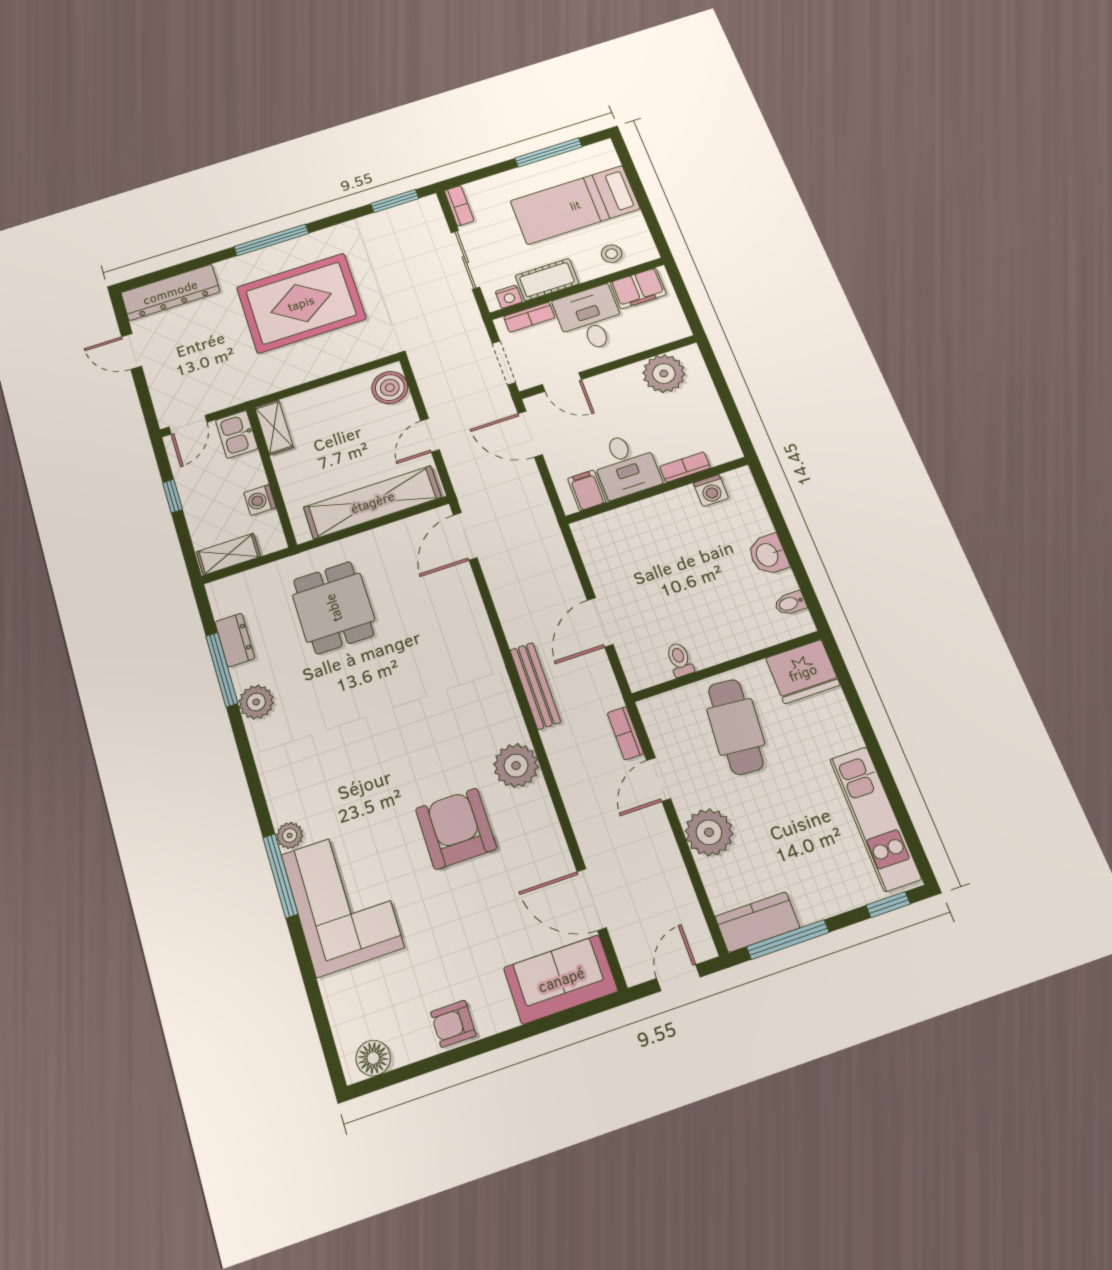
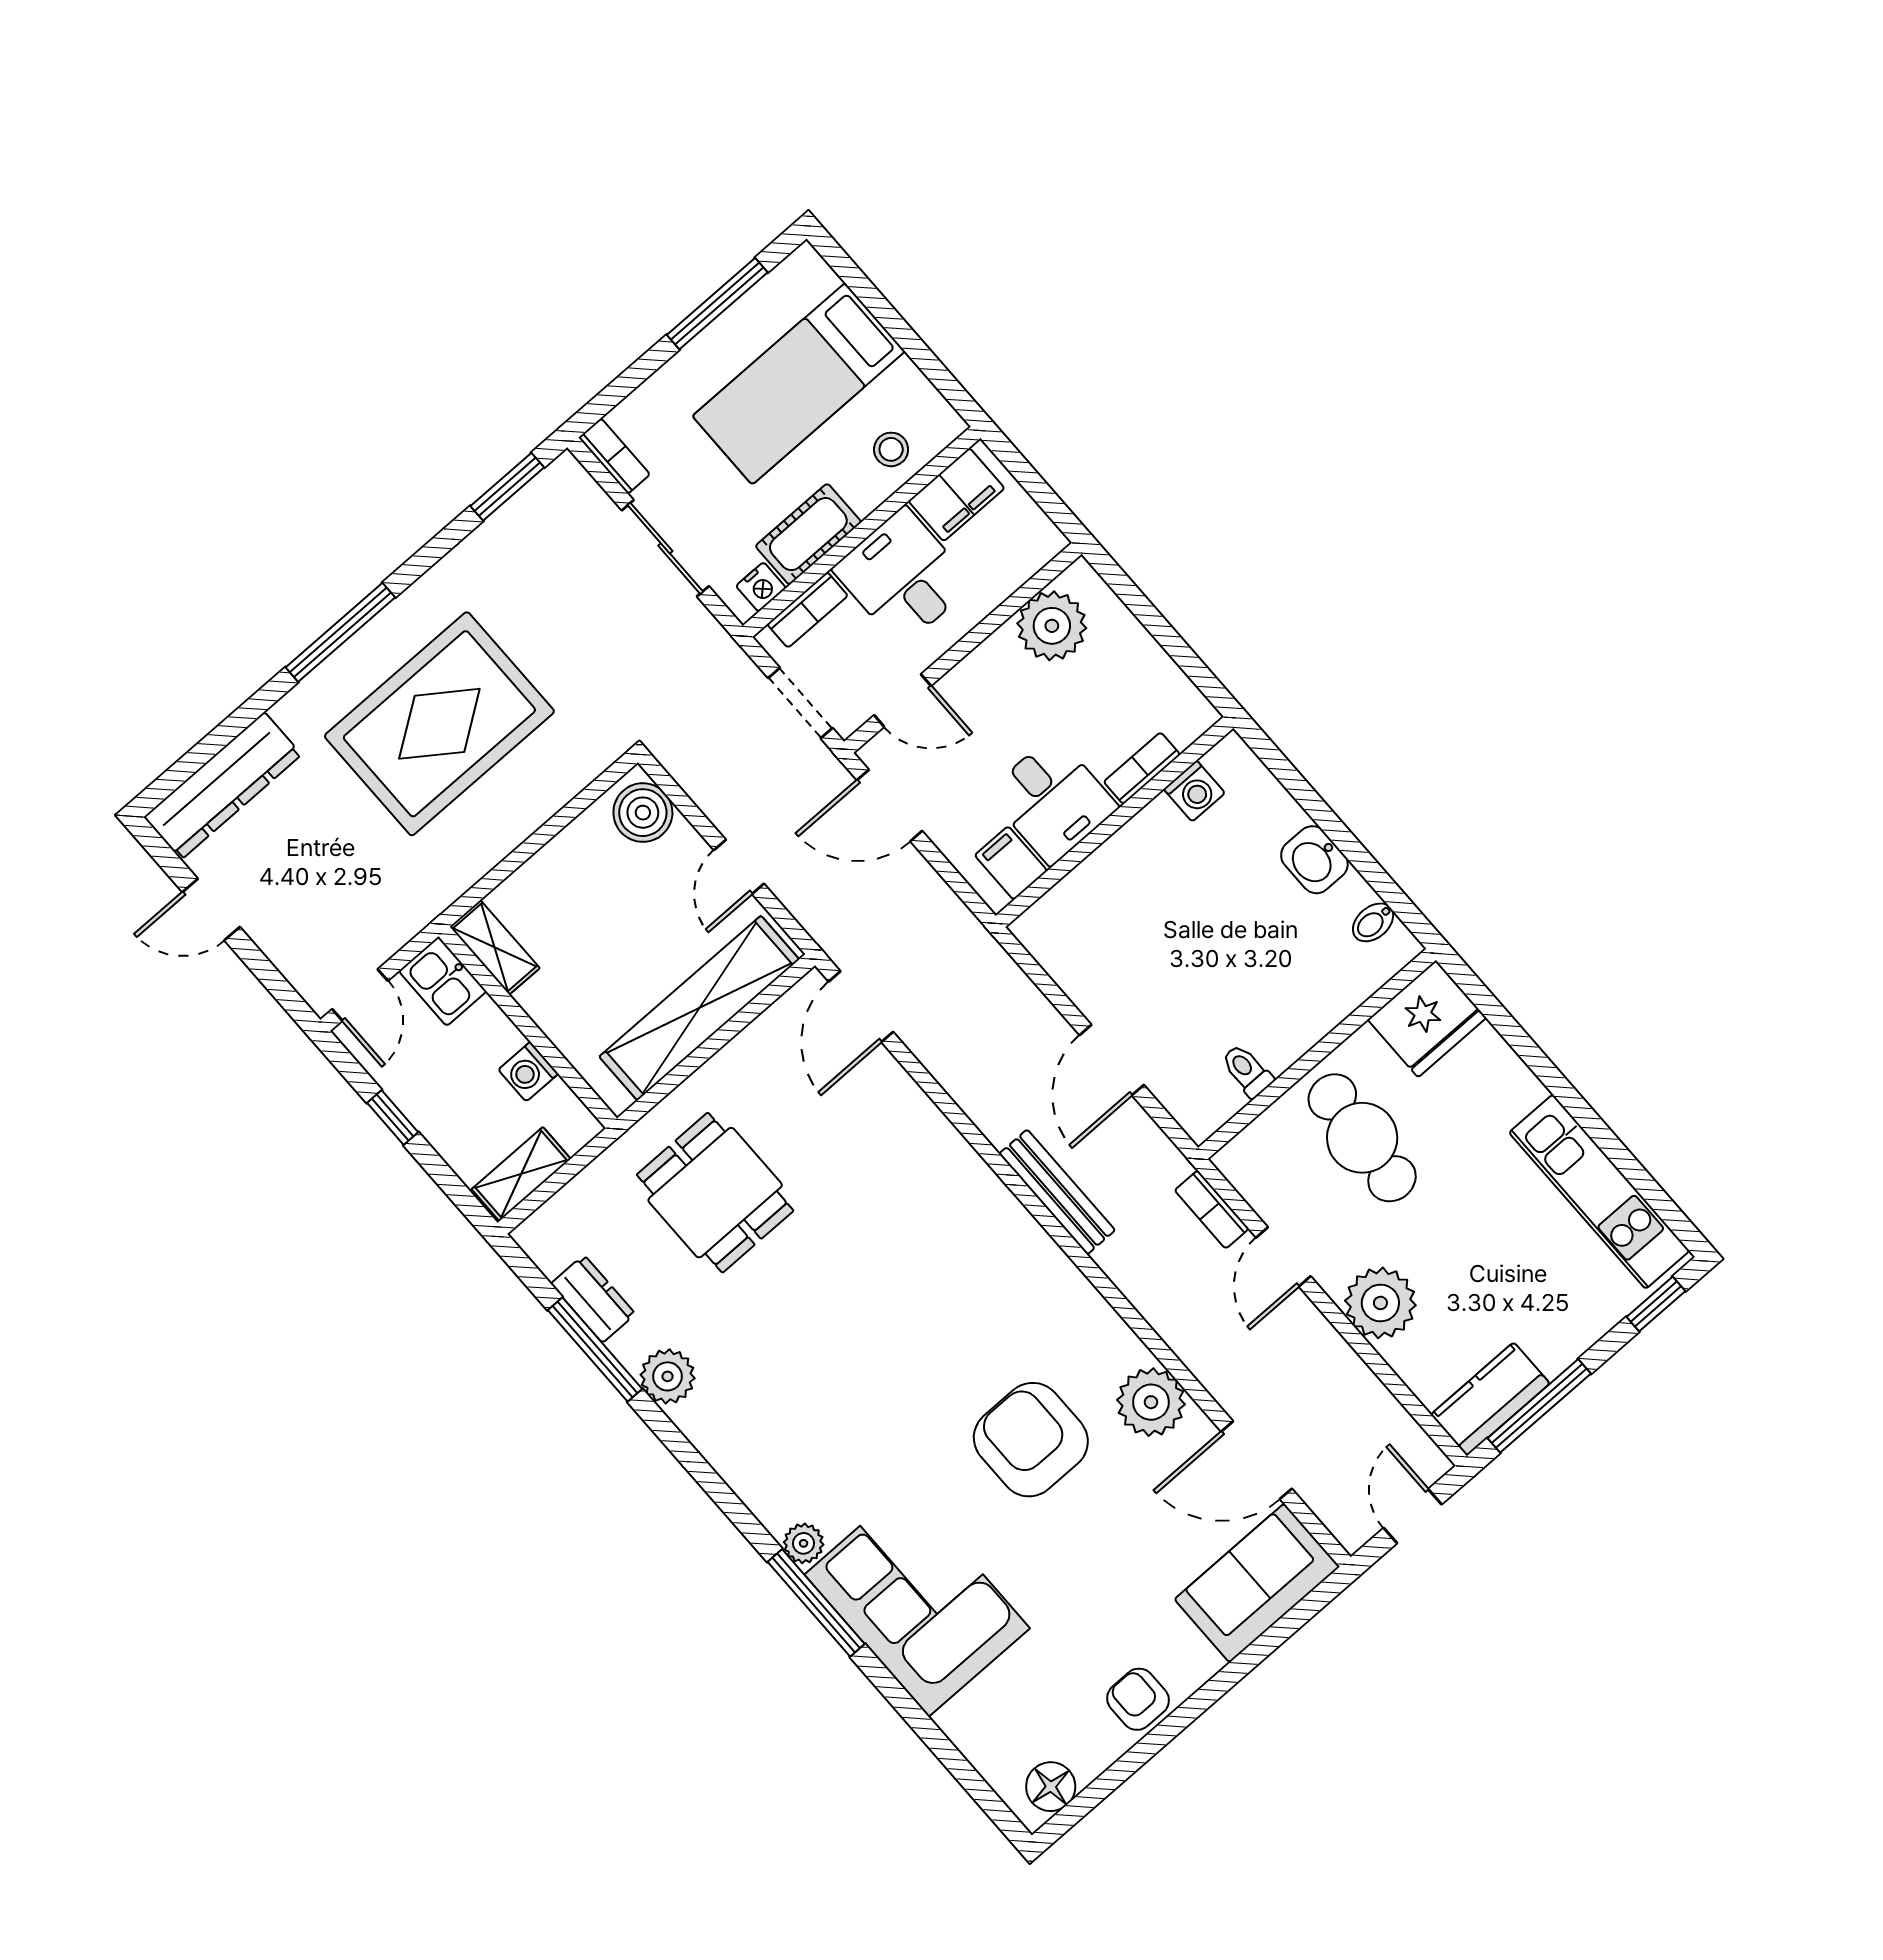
plant: (516, 766) -> (1151, 1402), moved
armchair: (453, 1024) -> (1138, 1699), turned 90

